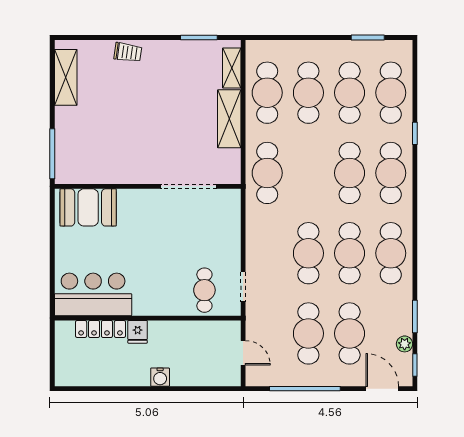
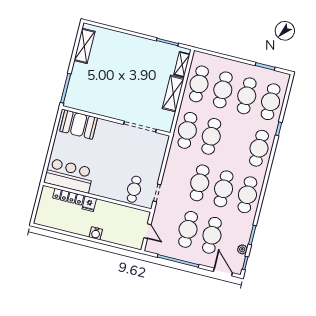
trolley: (128, 52) -> (124, 40), removed
cafe table: (350, 173) -> (211, 136), moved

